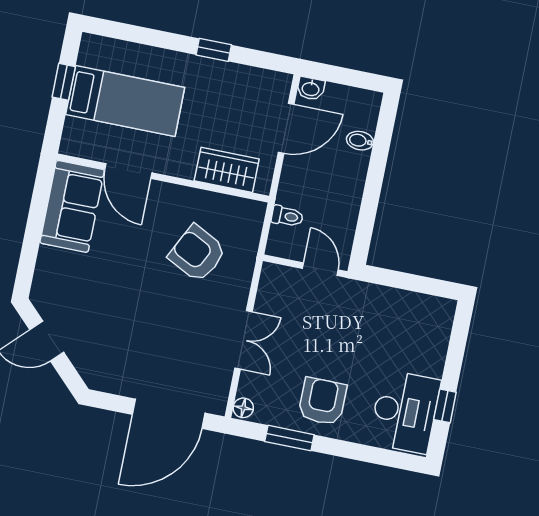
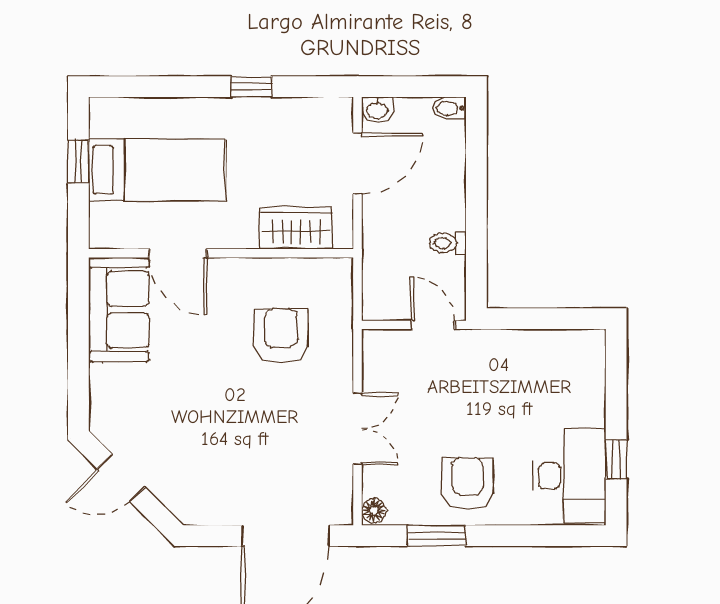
bidet: (360, 141) -> (449, 108), moved
toilet: (287, 216) -> (448, 243), moved, turned 180
armchair: (197, 253) -> (281, 336), turned 63

